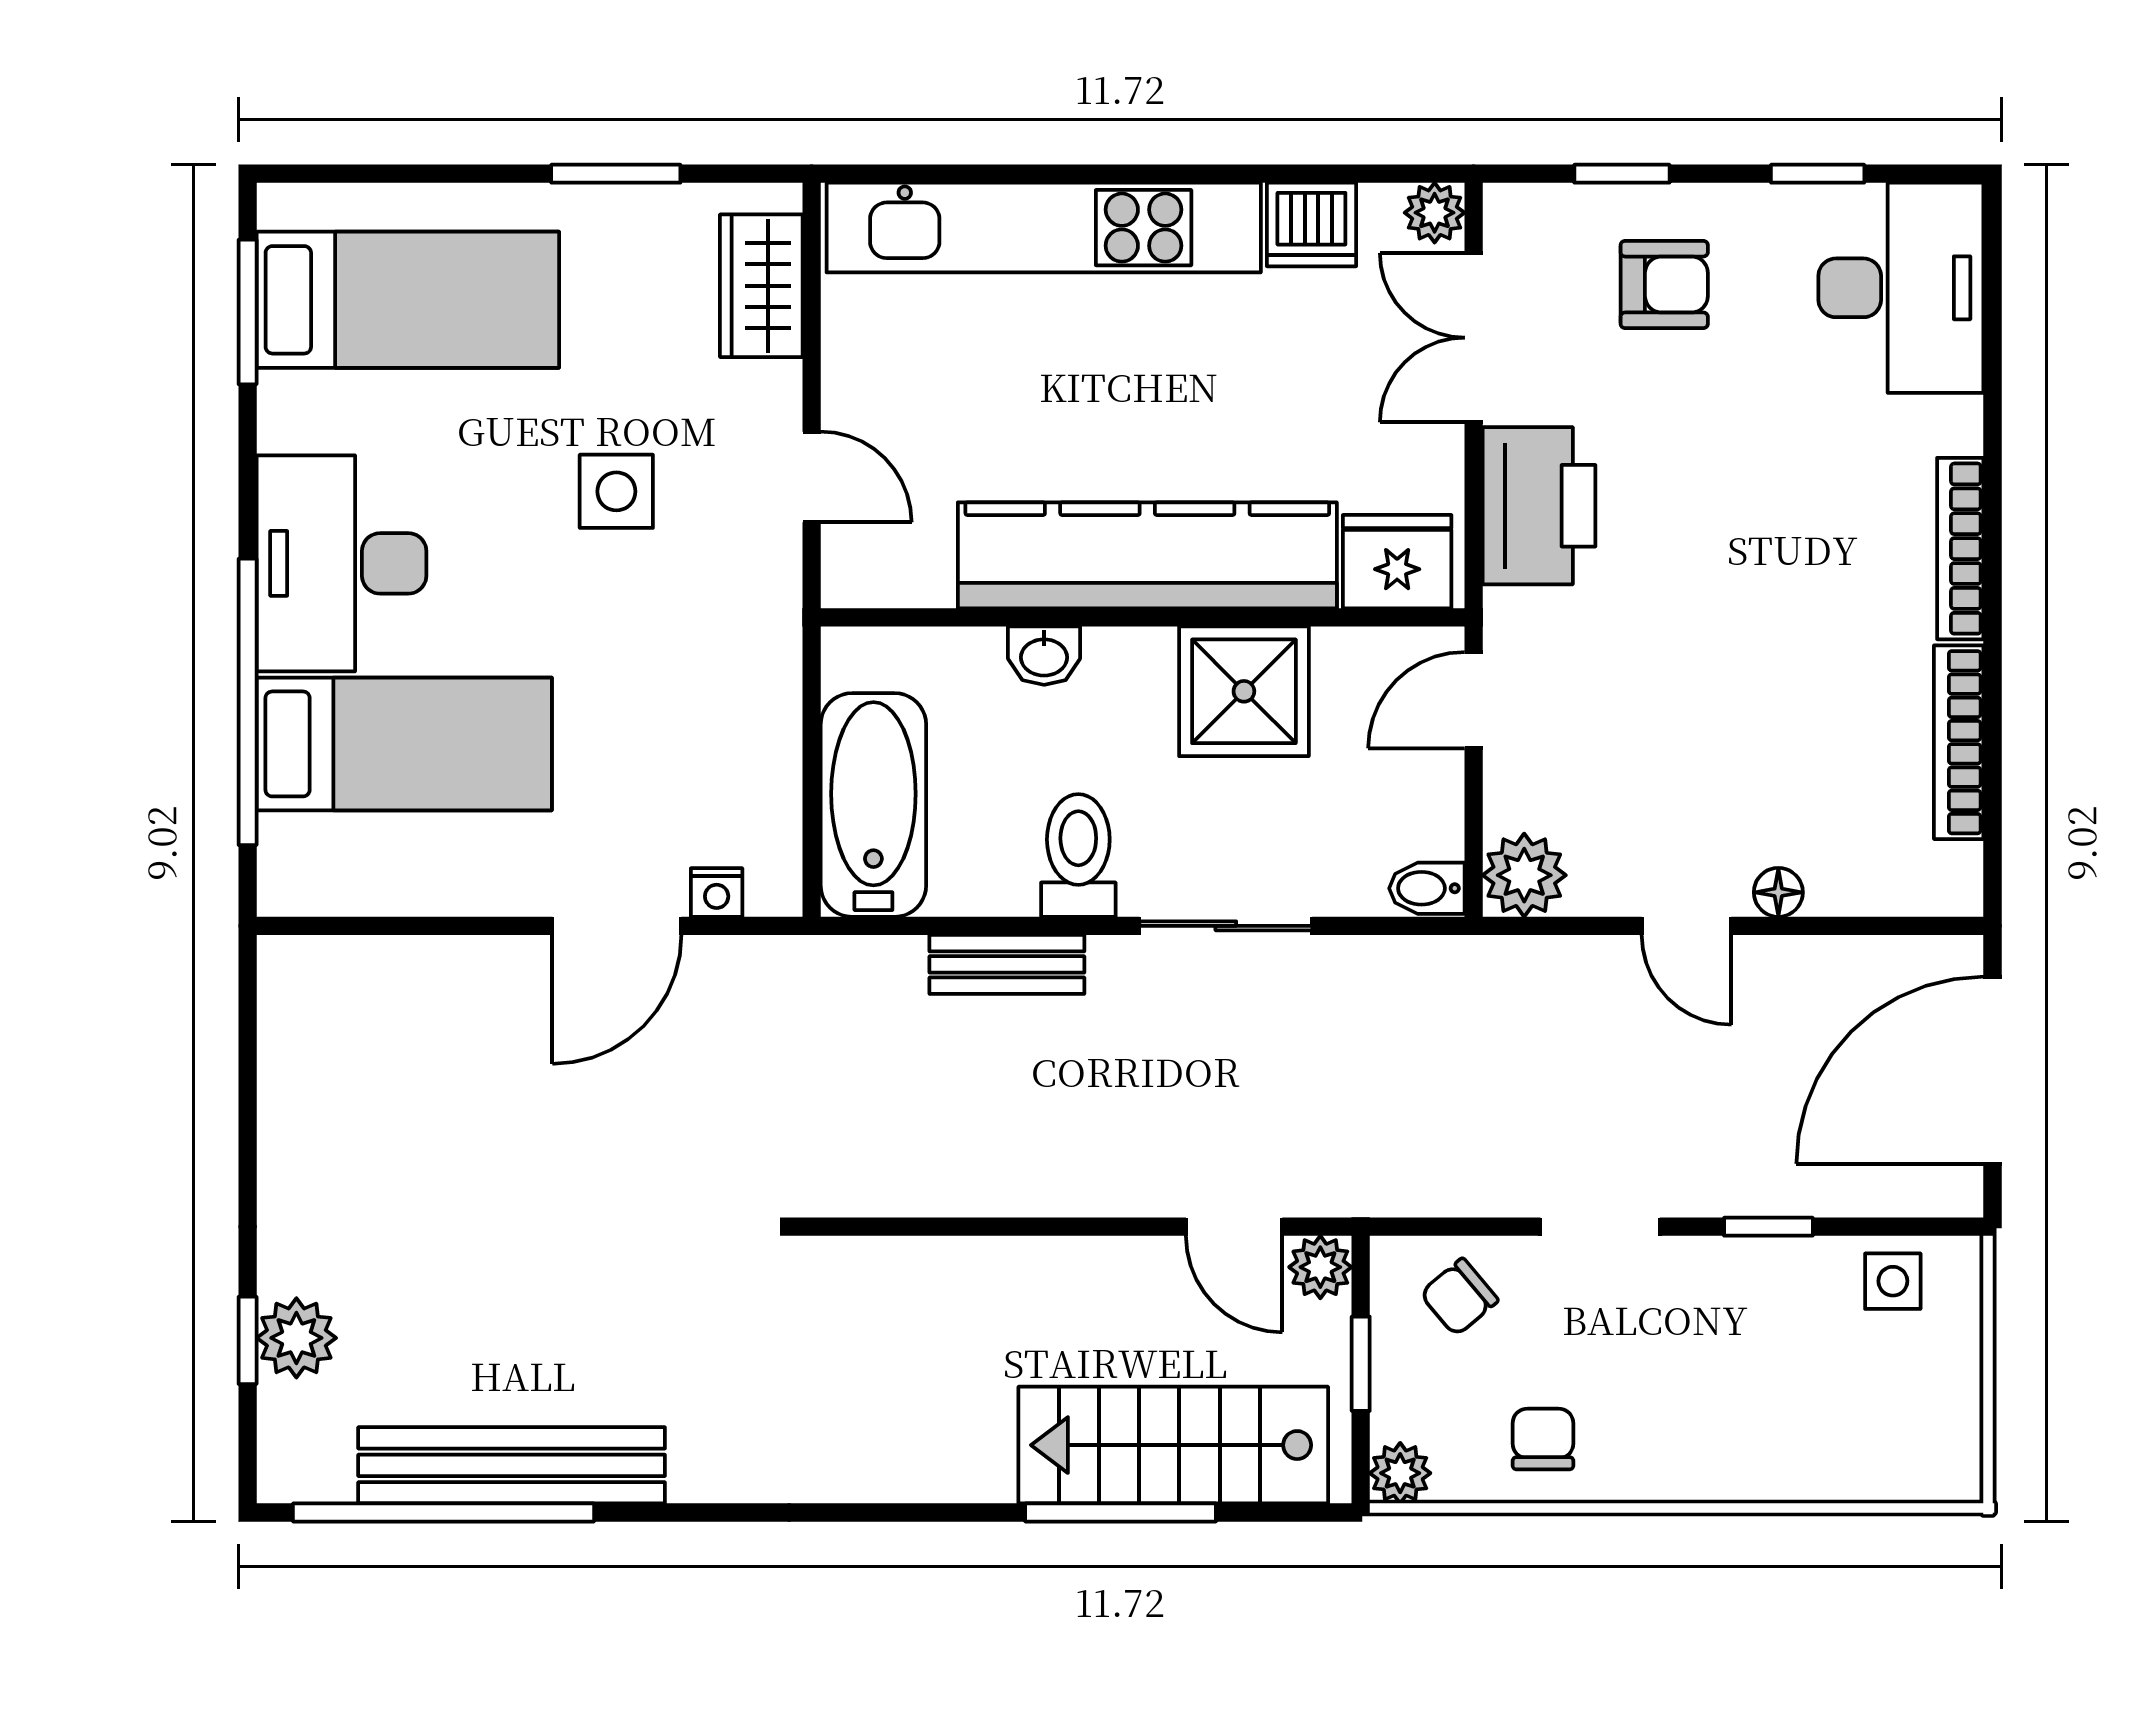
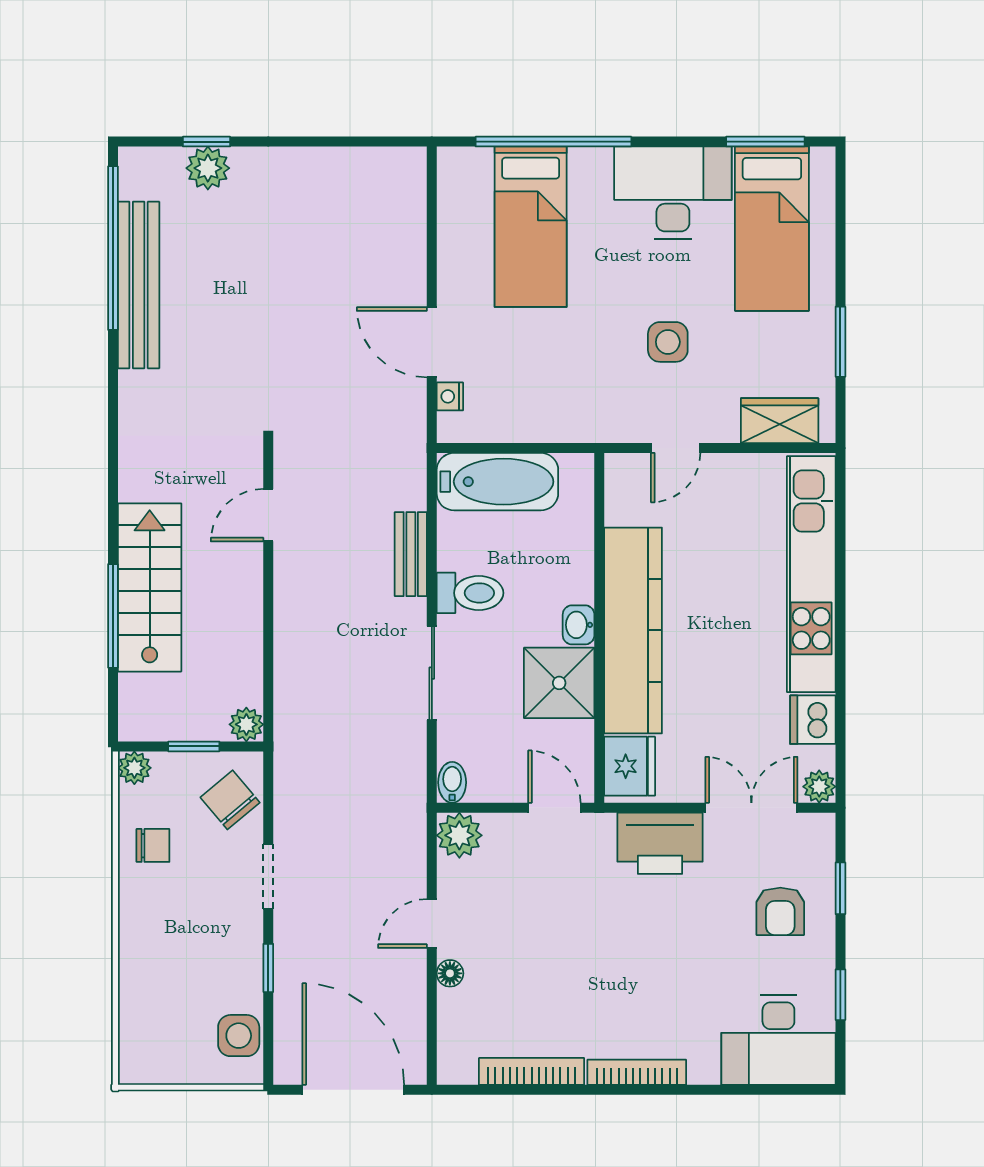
desk: (341, 563) -> (673, 193), moved
washbasin: (1044, 656) -> (579, 625), moved
door: (1234, 1227) -> (268, 515), moved
side table: (1893, 1281) -> (239, 1036), width x1.37, depth x1.37
chair: (1459, 1297) -> (230, 800), width x1.37, depth x1.37
stairs: (1173, 1445) -> (150, 587), moved

